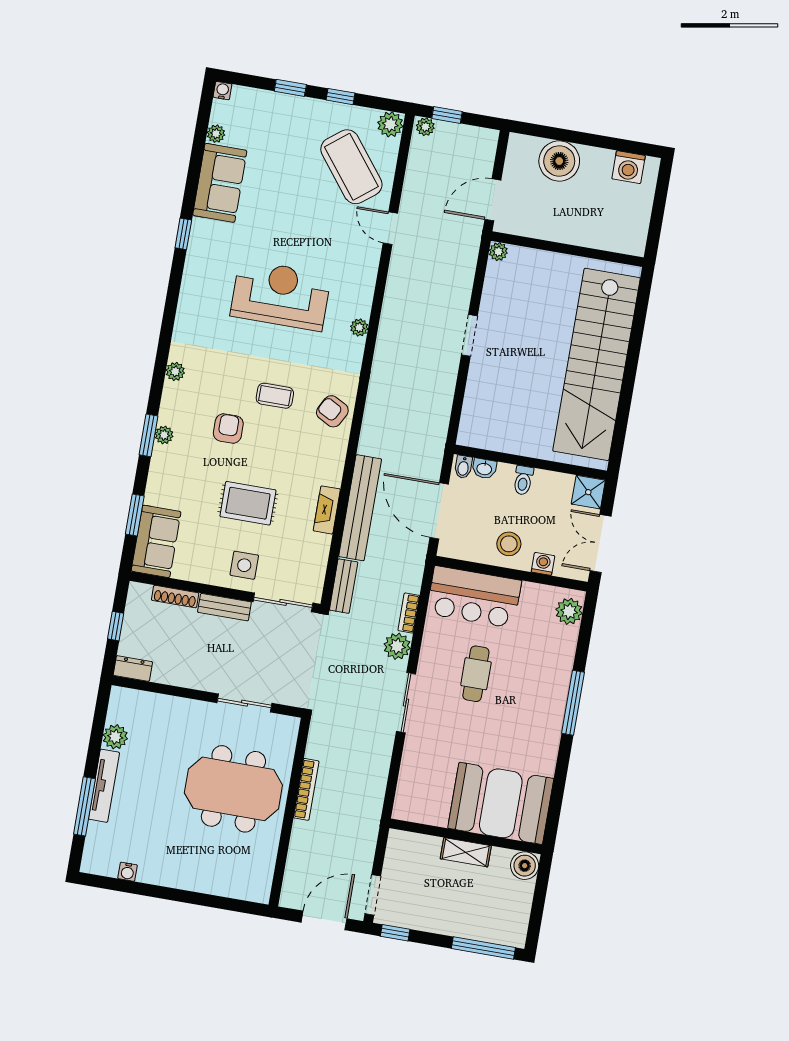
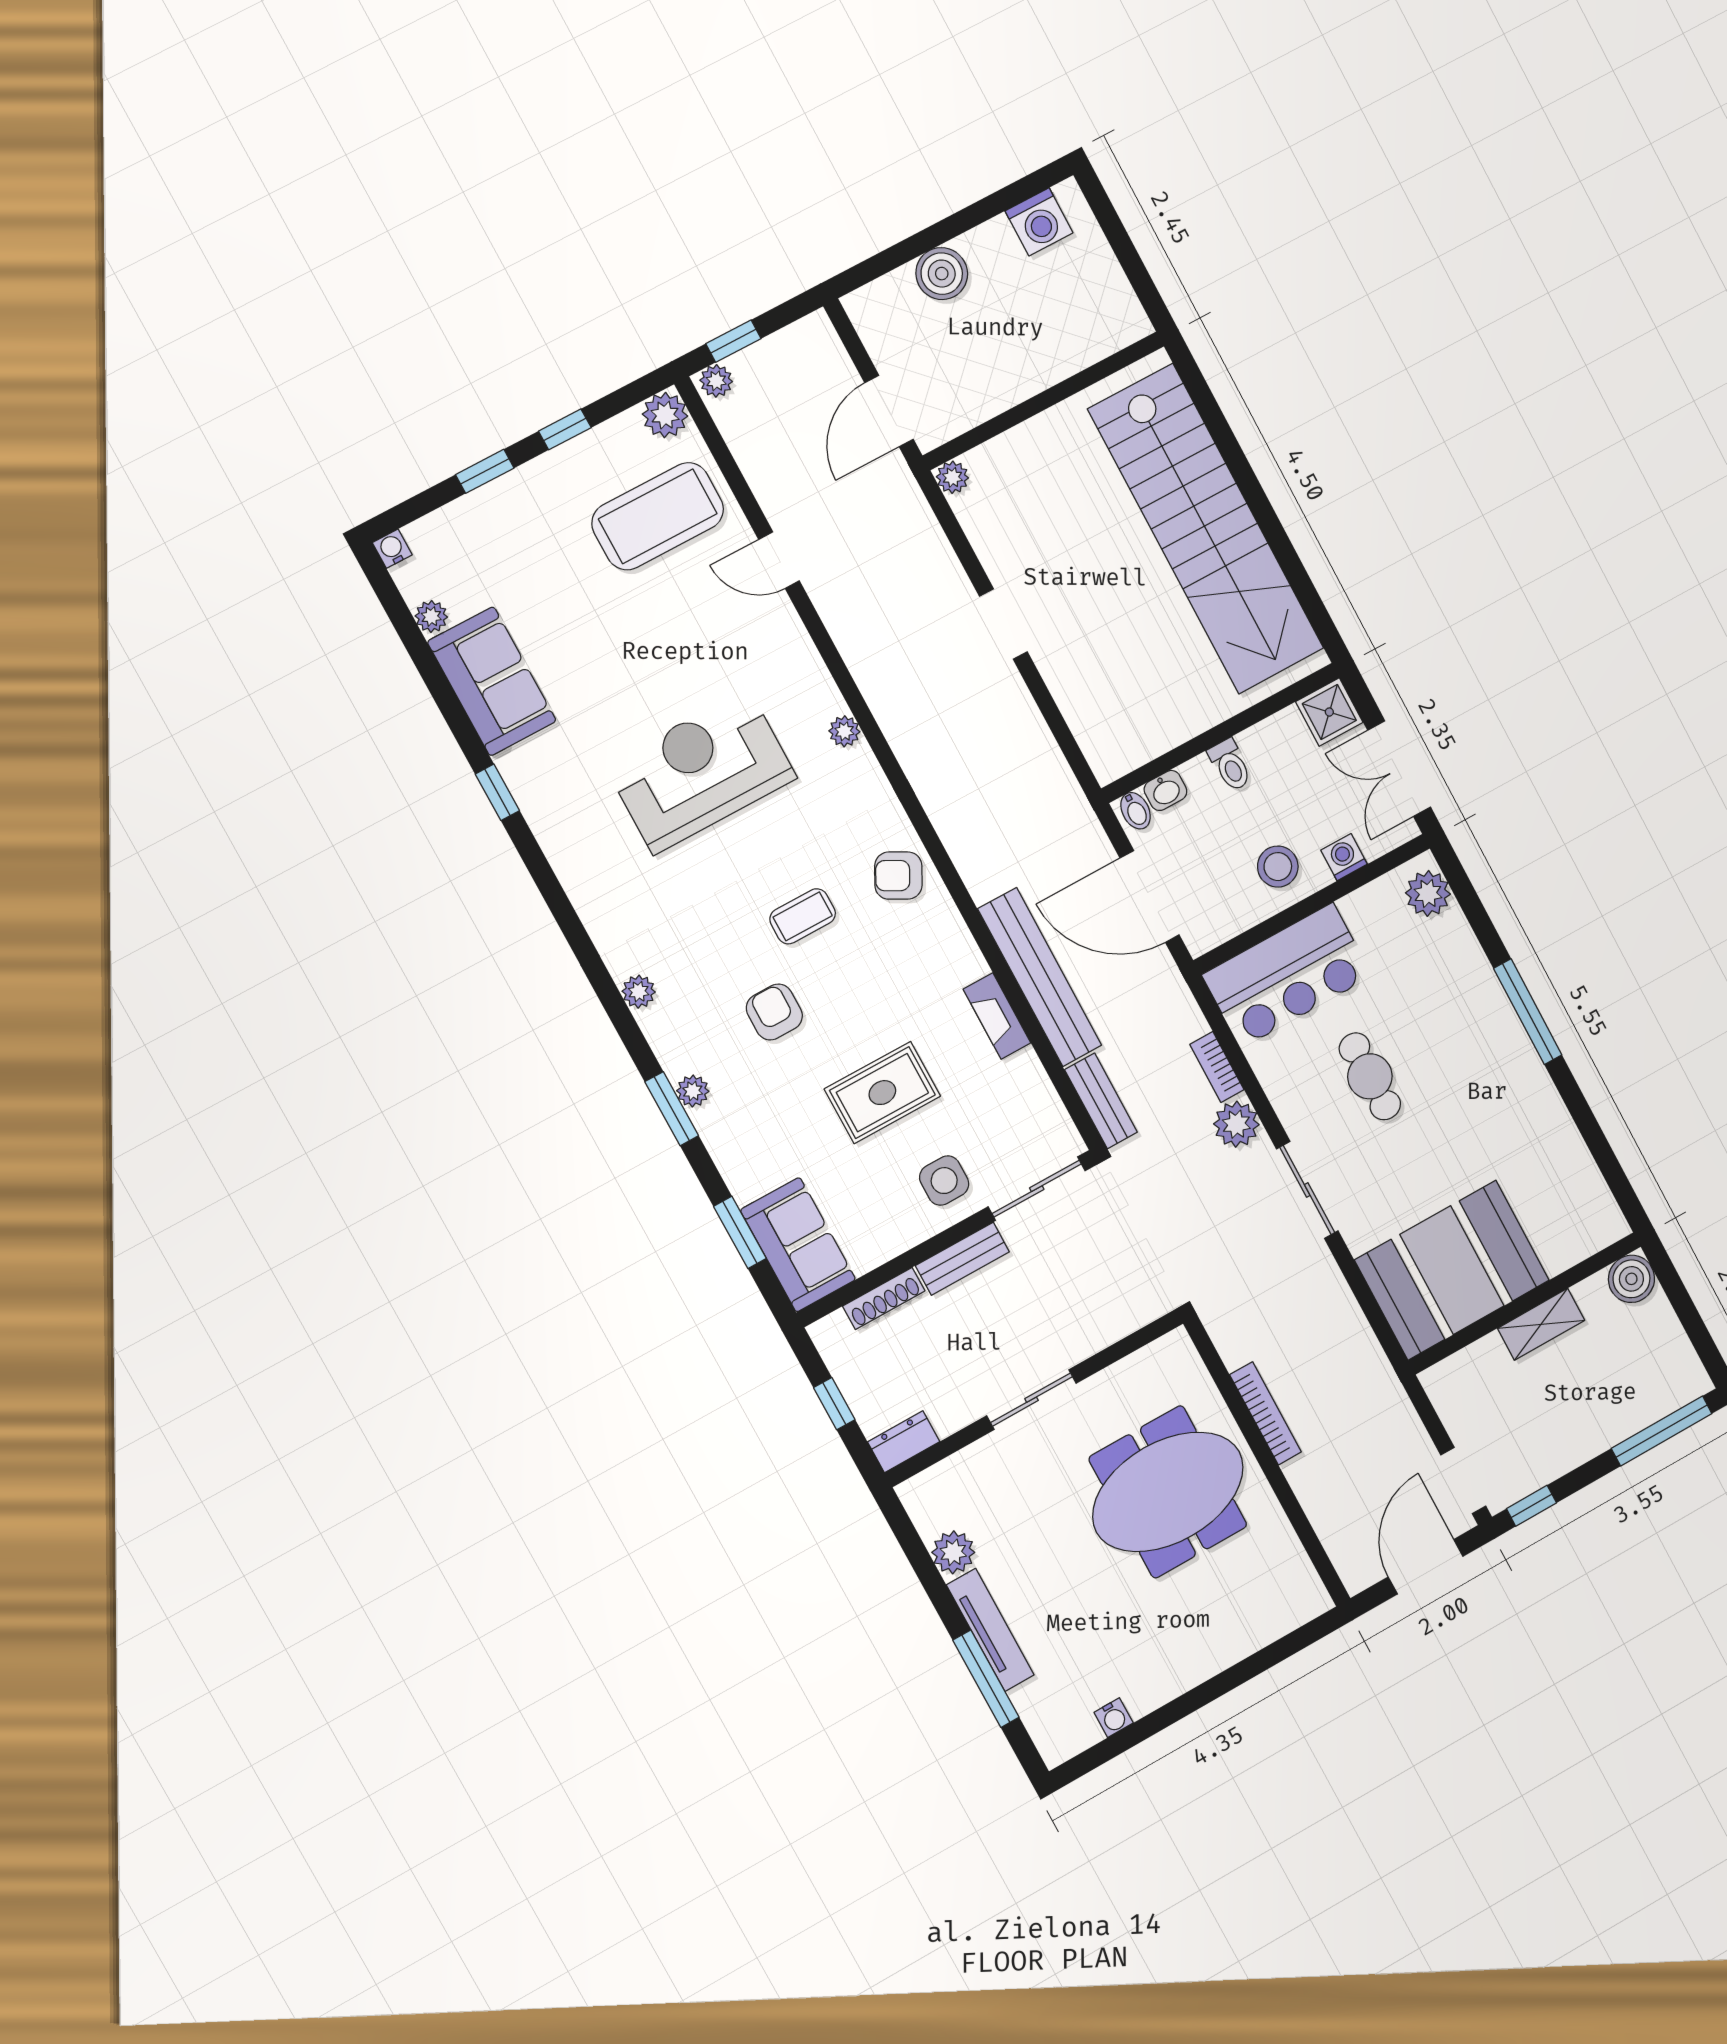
boiler: (559, 161) -> (942, 274), width x0.73, depth x0.73
coffee table: (351, 167) -> (658, 516), turned -52
sliding door: (245, 703) -> (1031, 1400), moved
booth: (501, 803) -> (1452, 1270), moved

